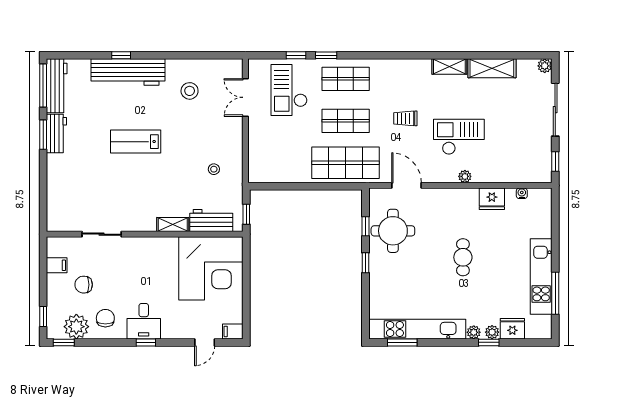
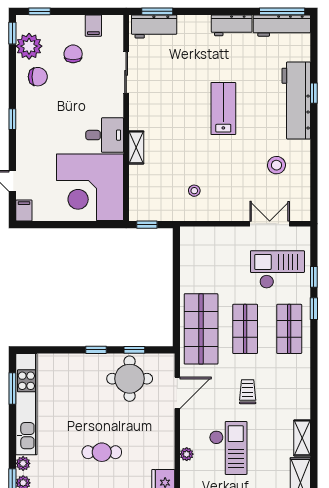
window: (43, 135) -> (157, 11), moved
workbench: (211, 221) -> (154, 26), moved, turned 90
desk: (144, 321) -> (105, 135), moved, turned 180

